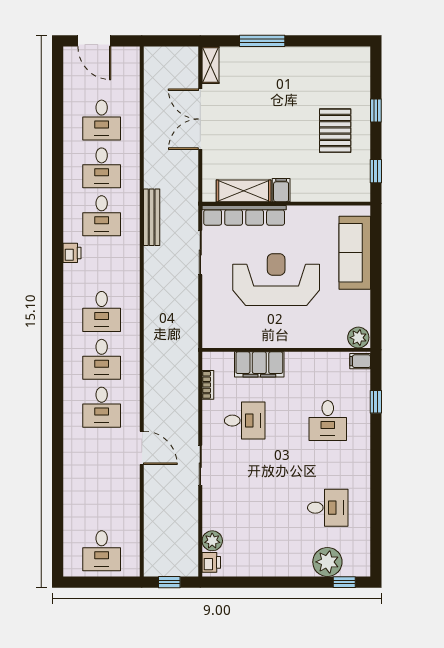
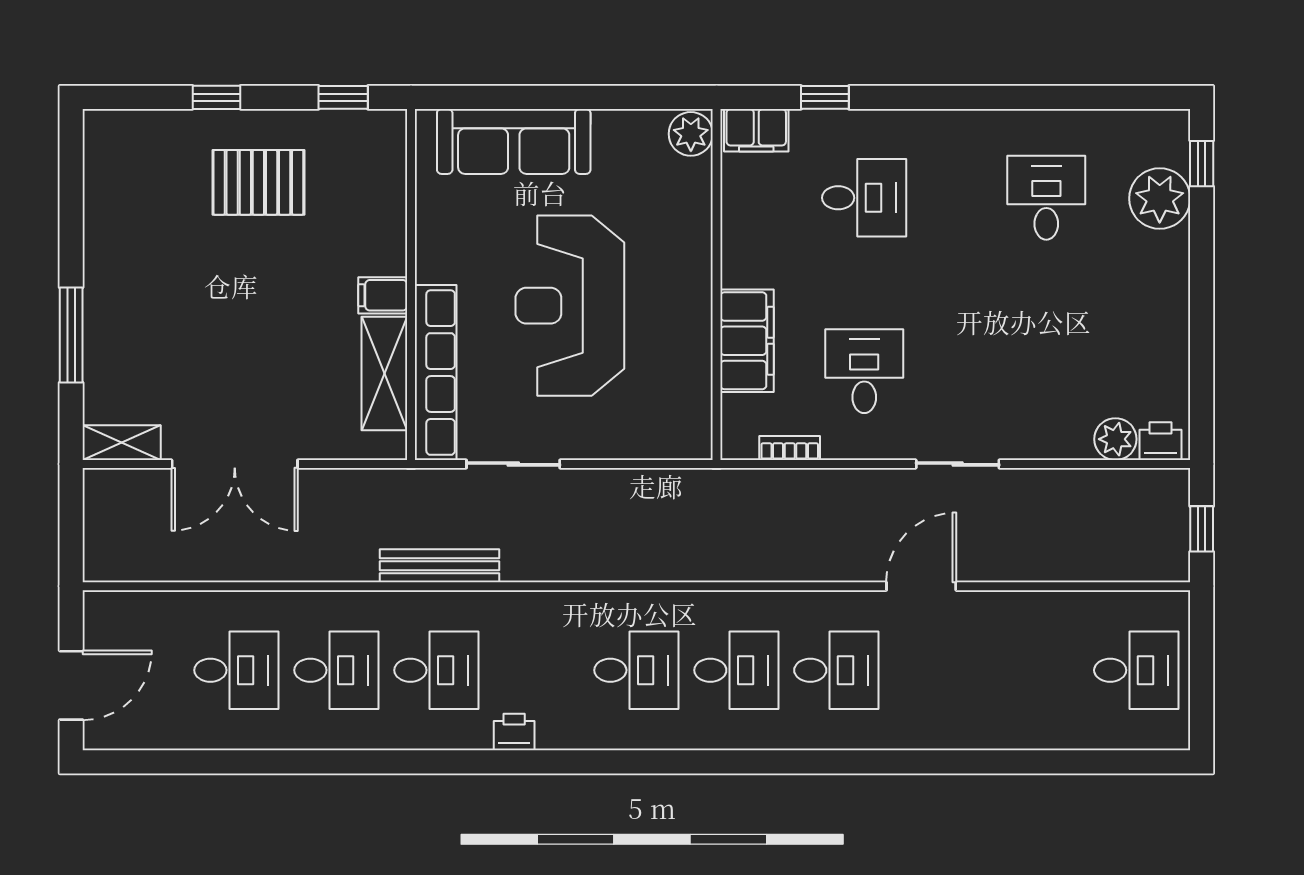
filing cabinet: (360, 361) -> (756, 130), width x2.00

